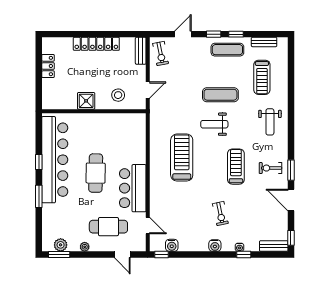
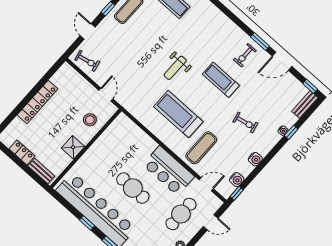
bench: (141, 51) -> (41, 171), moved
exercise mat: (220, 95) -> (201, 148), moved
weight bench: (270, 122) -> (210, 25), removed
water cooler: (215, 246) -> (255, 159), moved

